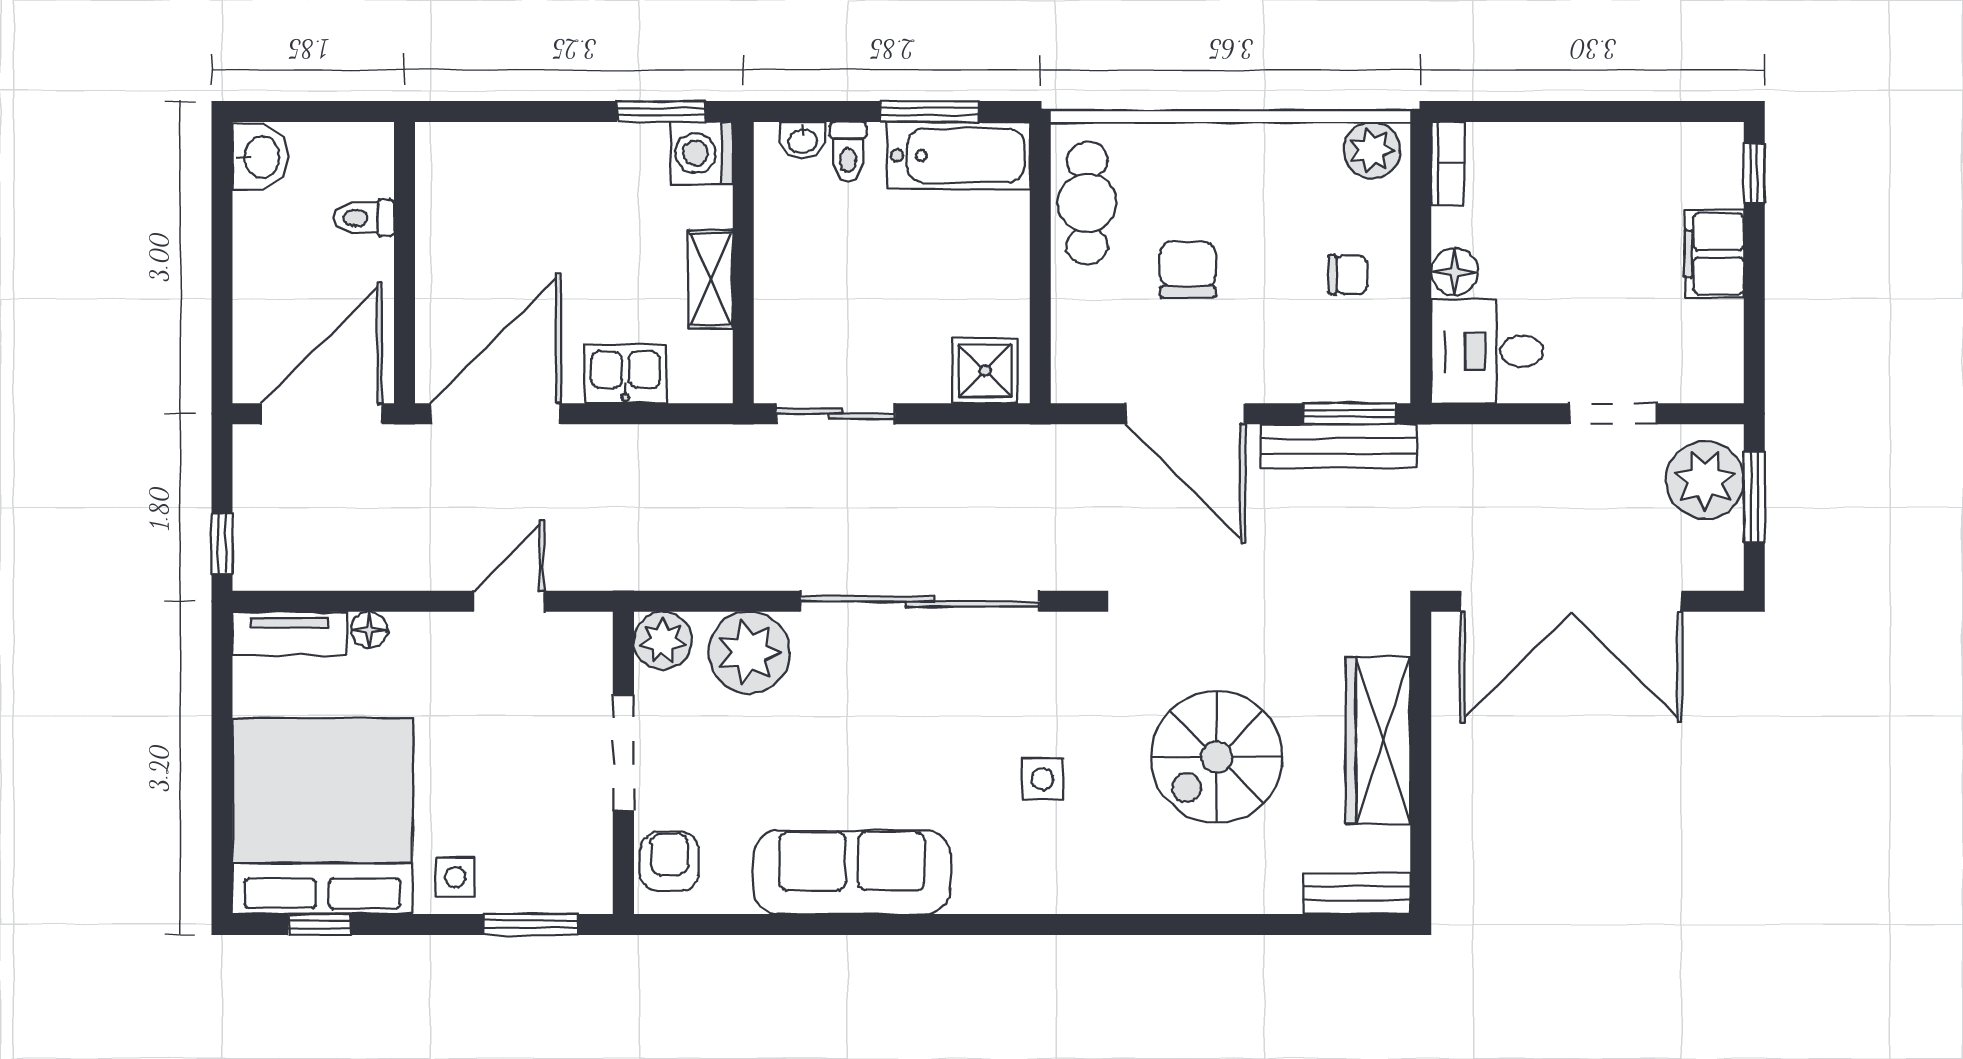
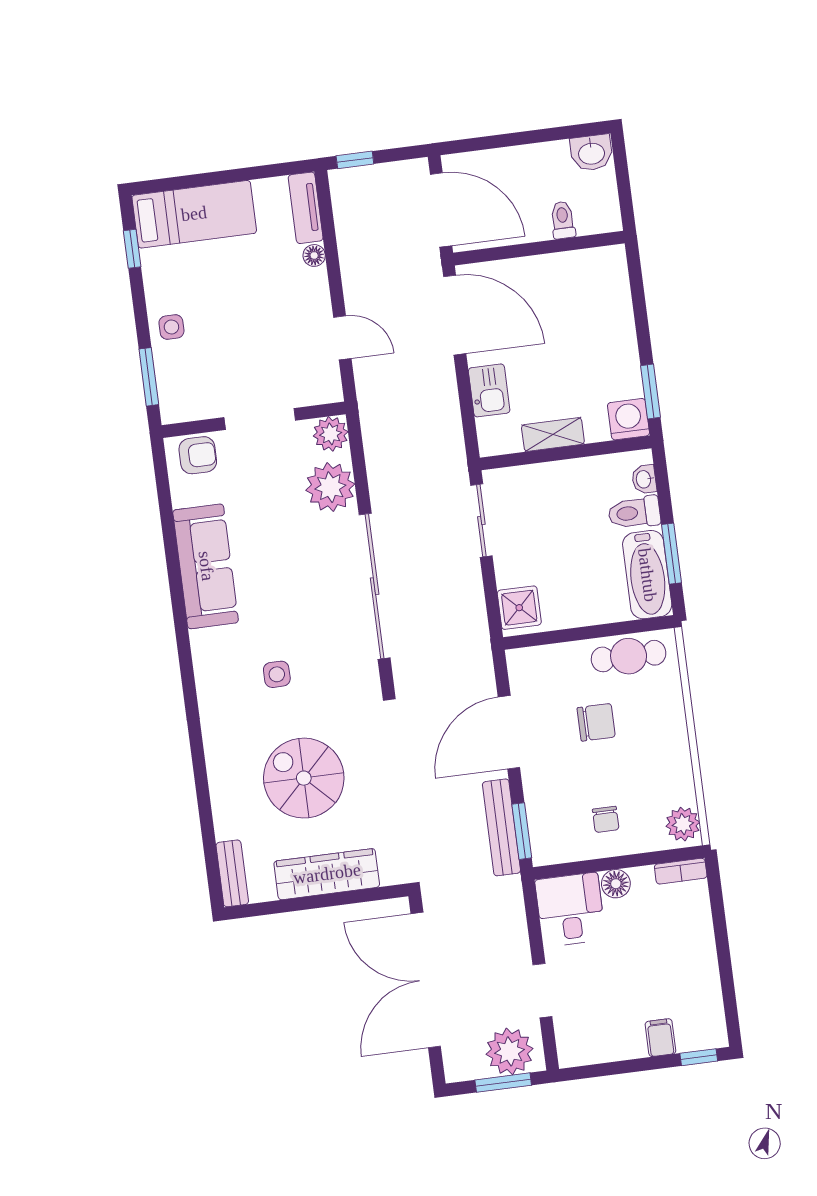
toilet: (848, 152) -> (634, 513), width x1.37, depth x1.39
filing cabinet: (1714, 254) -> (660, 1038), width x0.50
bed: (323, 816) -> (194, 214), width x0.49

